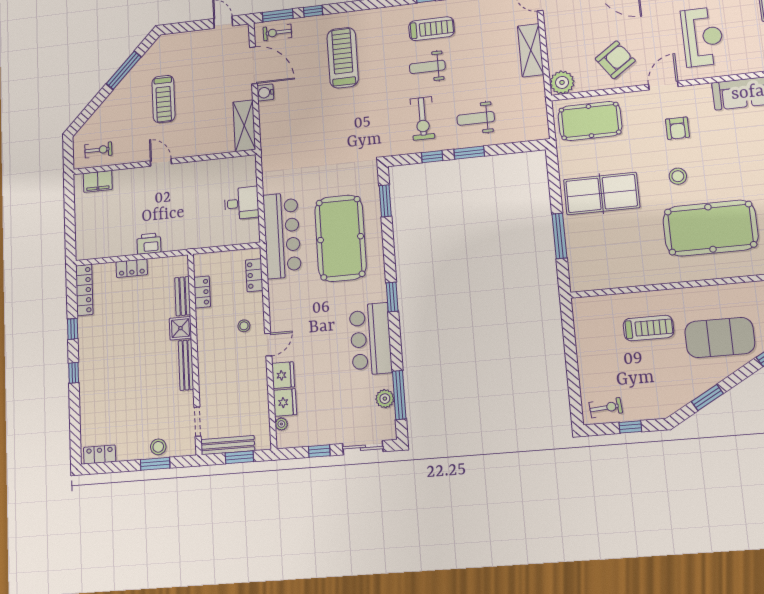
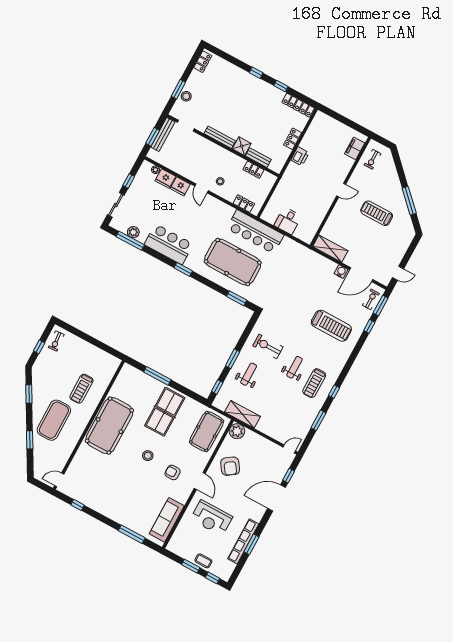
shelving: (531, 50) -> (242, 414), moved
window: (432, 157) -> (217, 387), moved
pool table: (710, 228) -> (109, 426), moved

